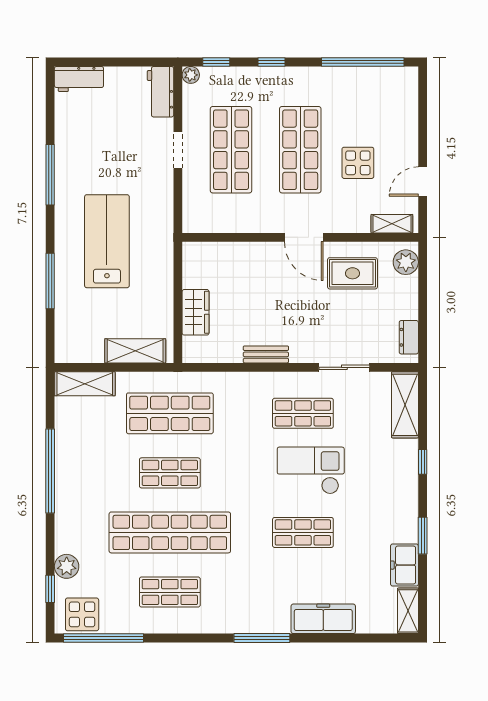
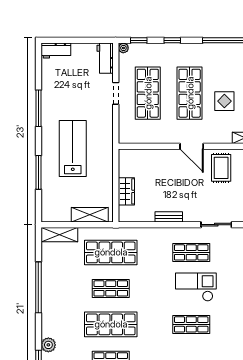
rug: (352, 273) -> (221, 168), turned 90
shop shelf: (170, 532) -> (111, 324), width x0.71

